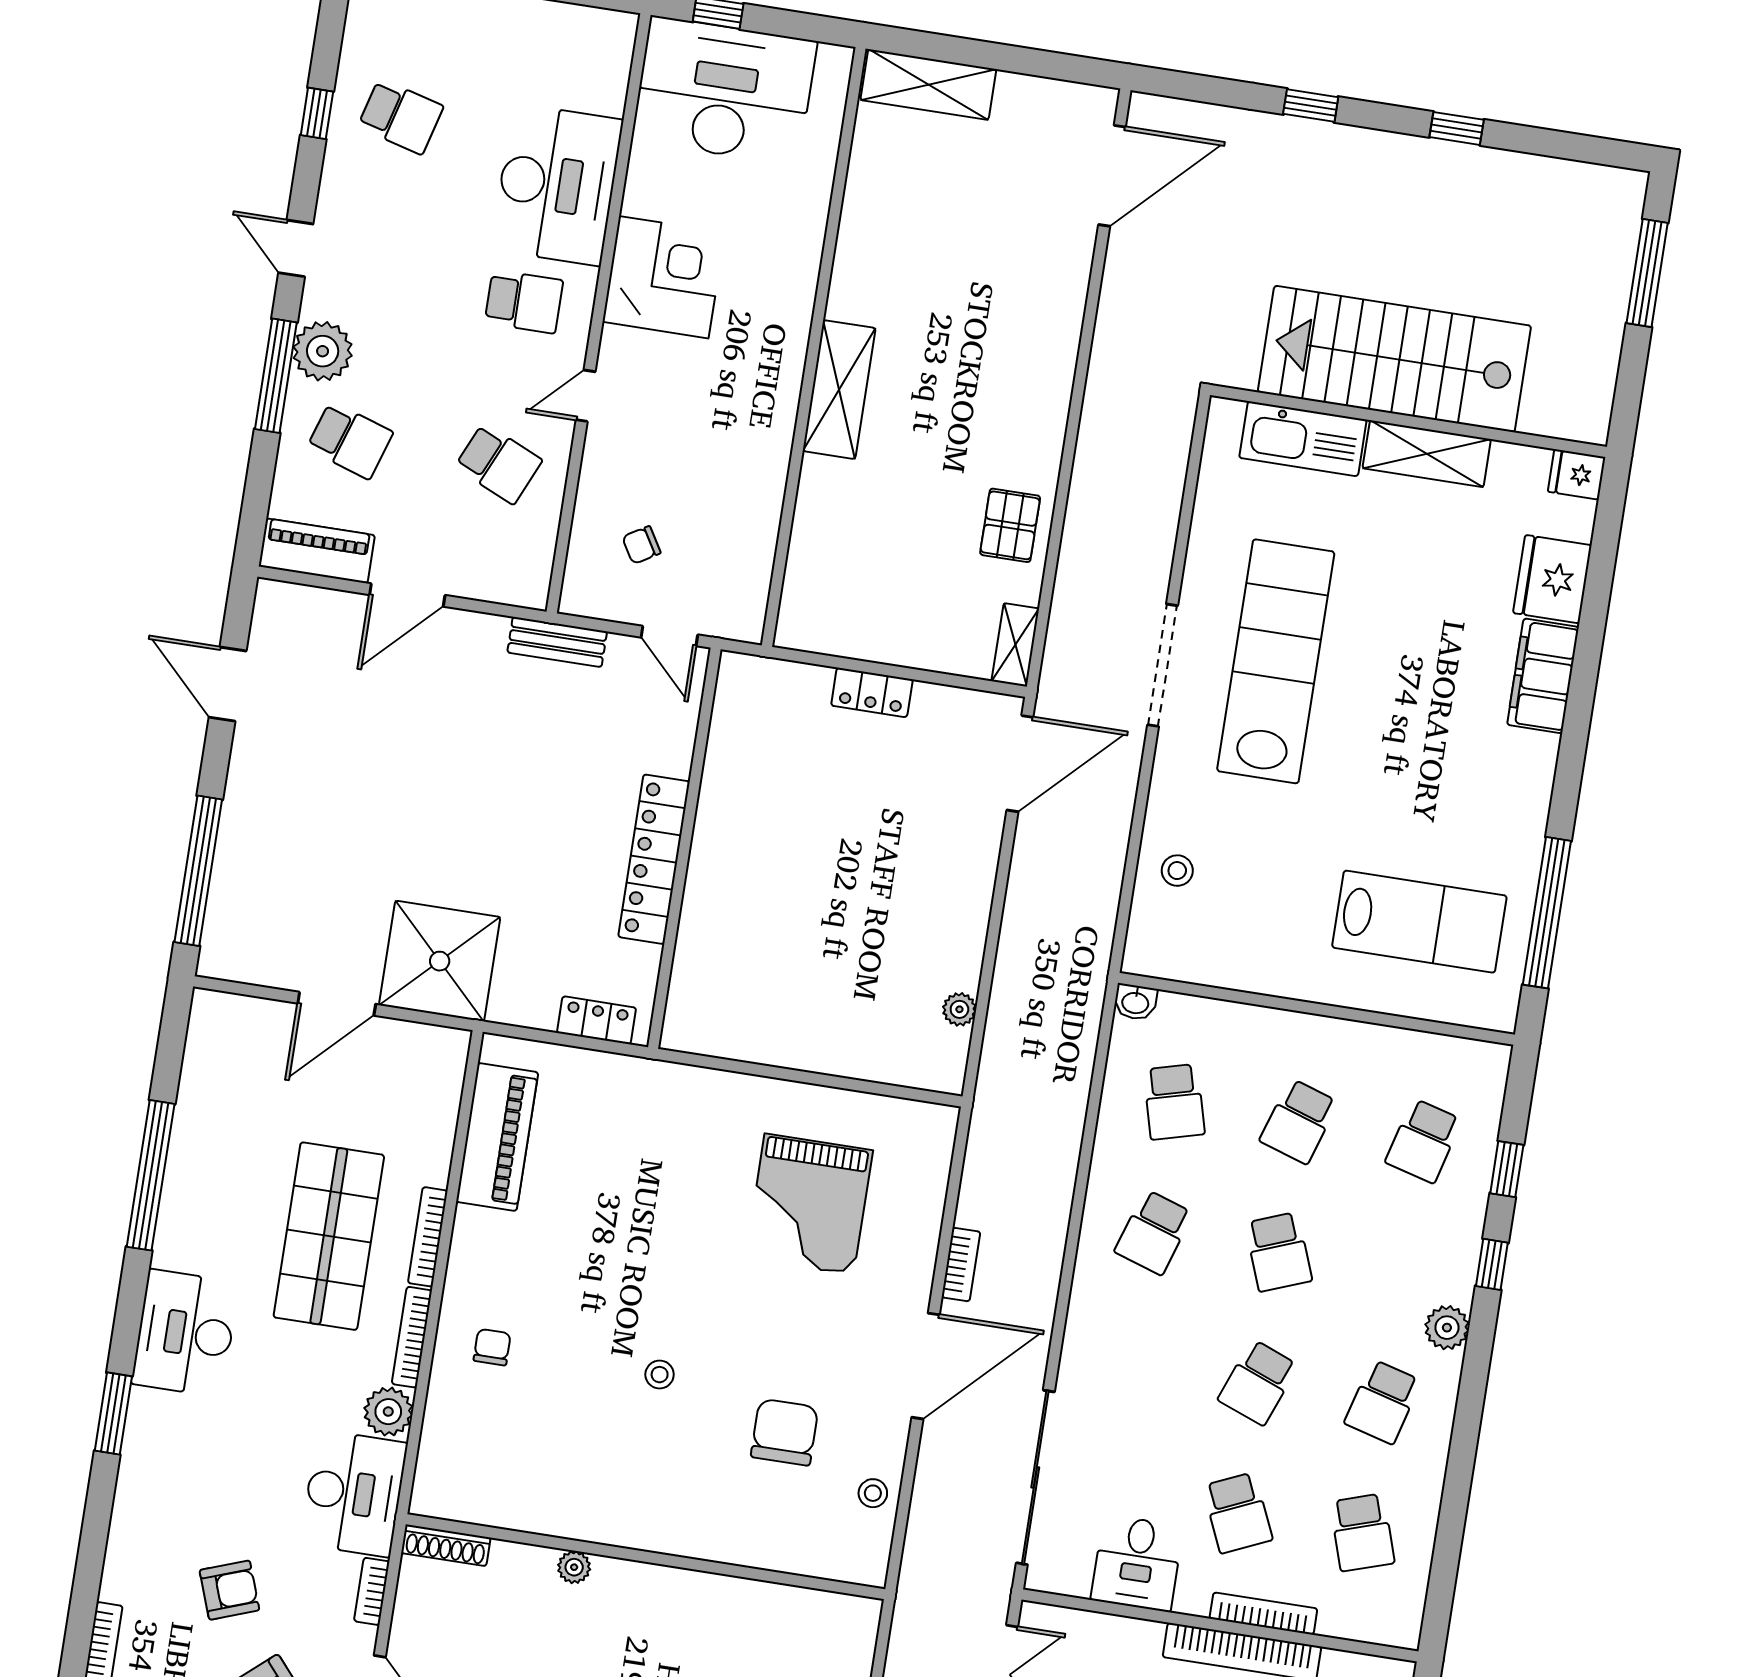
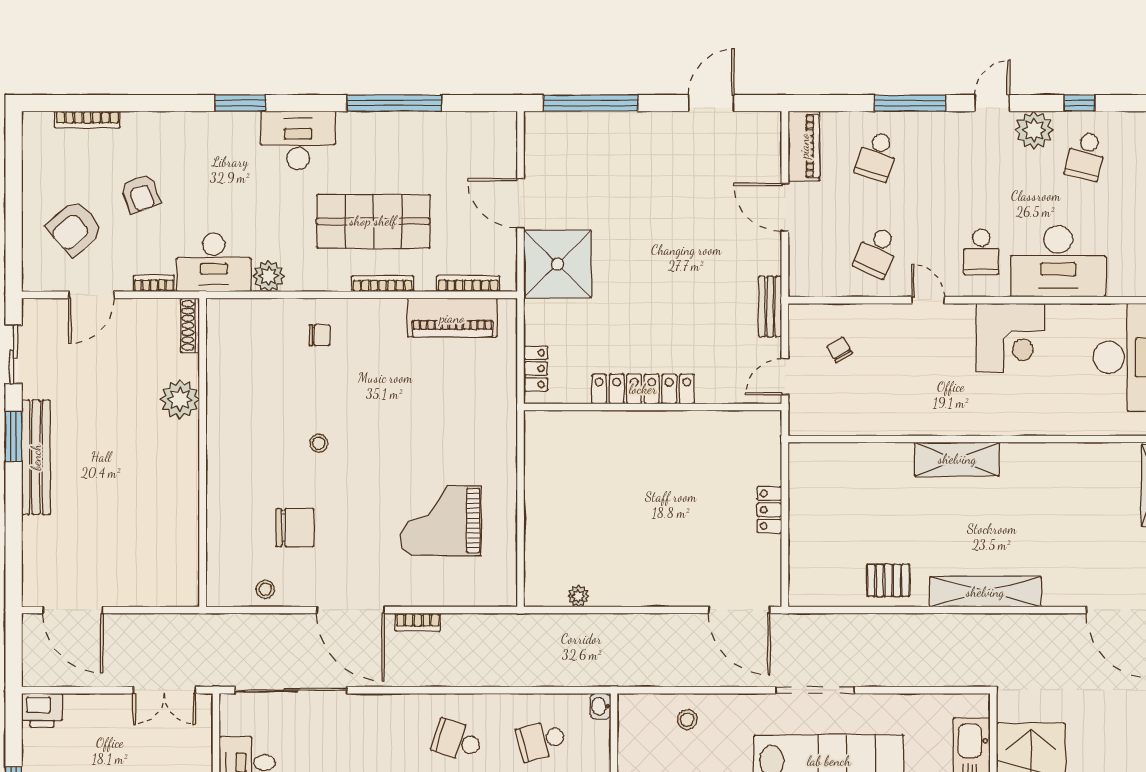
plant: (323, 351) -> (1034, 130), moved
shelving: (1015, 645) -> (985, 592), moved, width x2.20, depth x1.33
bookcase: (412, 1337) -> (468, 284), moved
plant: (574, 1567) -> (180, 399), width x1.87, depth x1.87

